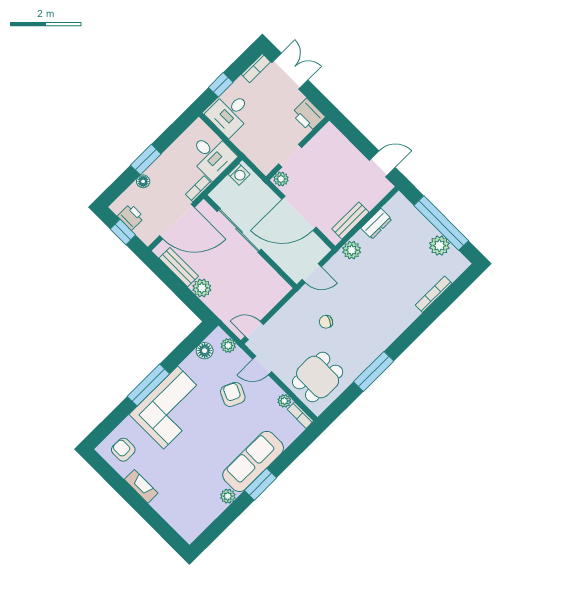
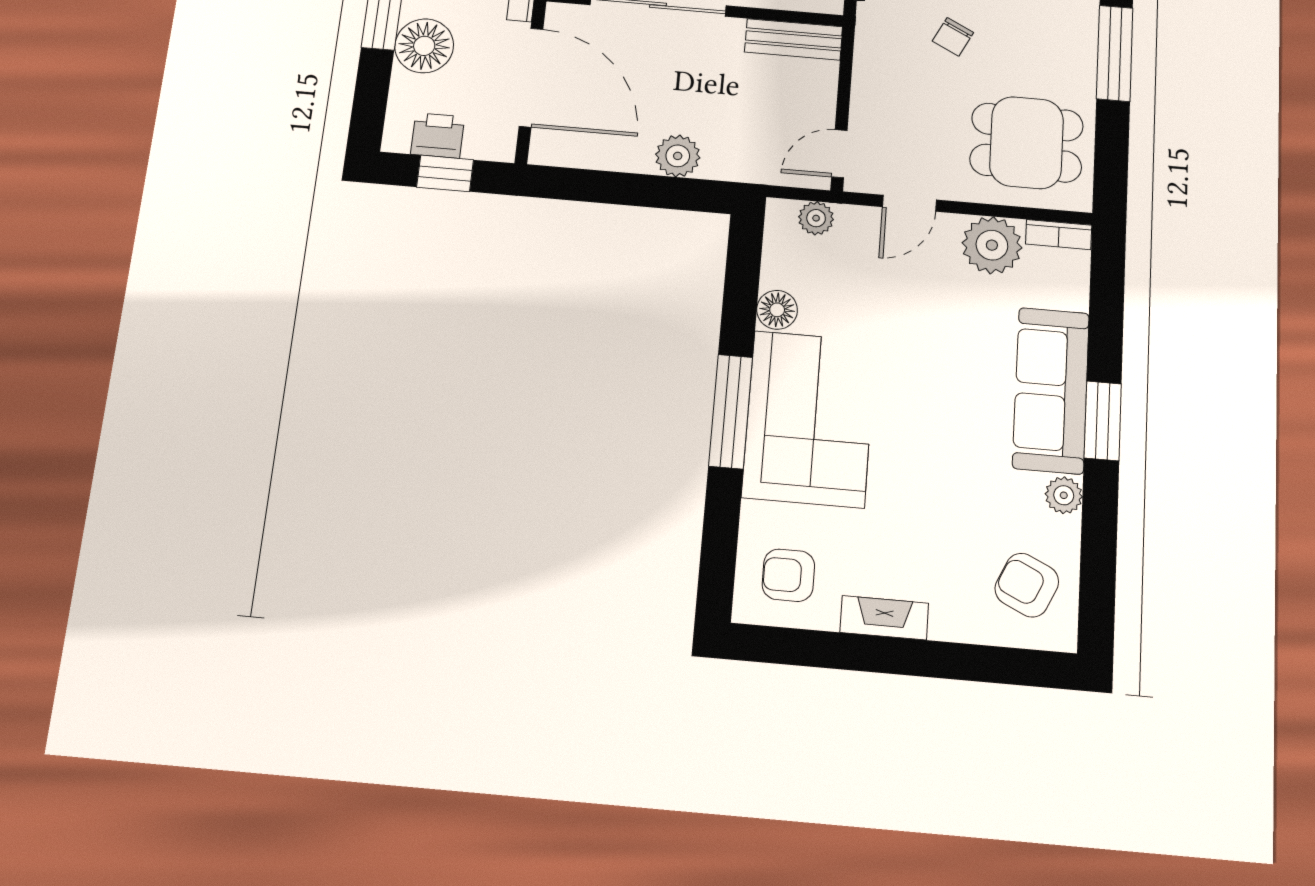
floor lamp: (143, 181) -> (424, 46), width x1.89, depth x1.89
door: (177, 221) -> (531, 77), hinge flipped
bench: (179, 267) -> (794, 39), moved
floor lamp: (205, 351) -> (777, 310), moved
dining table: (318, 377) -> (1027, 143), turned 90
armchair: (233, 394) -> (1027, 585), moved
plant: (284, 401) -> (992, 245), width x1.87, depth x1.87

